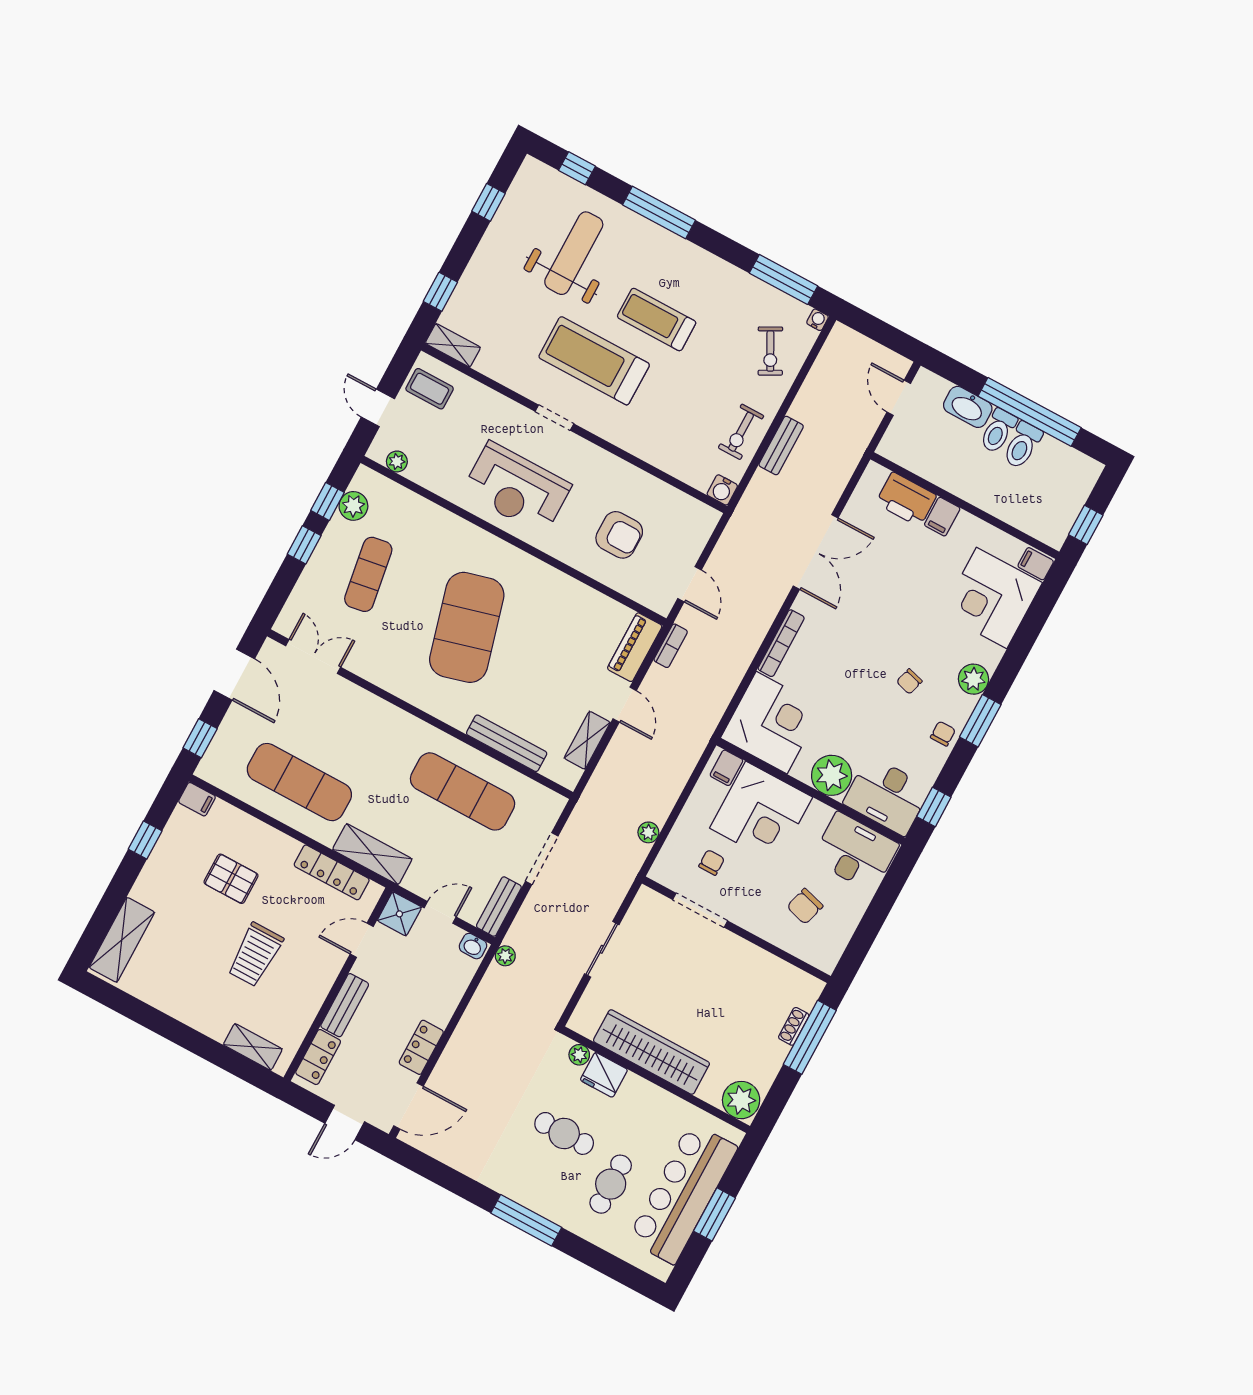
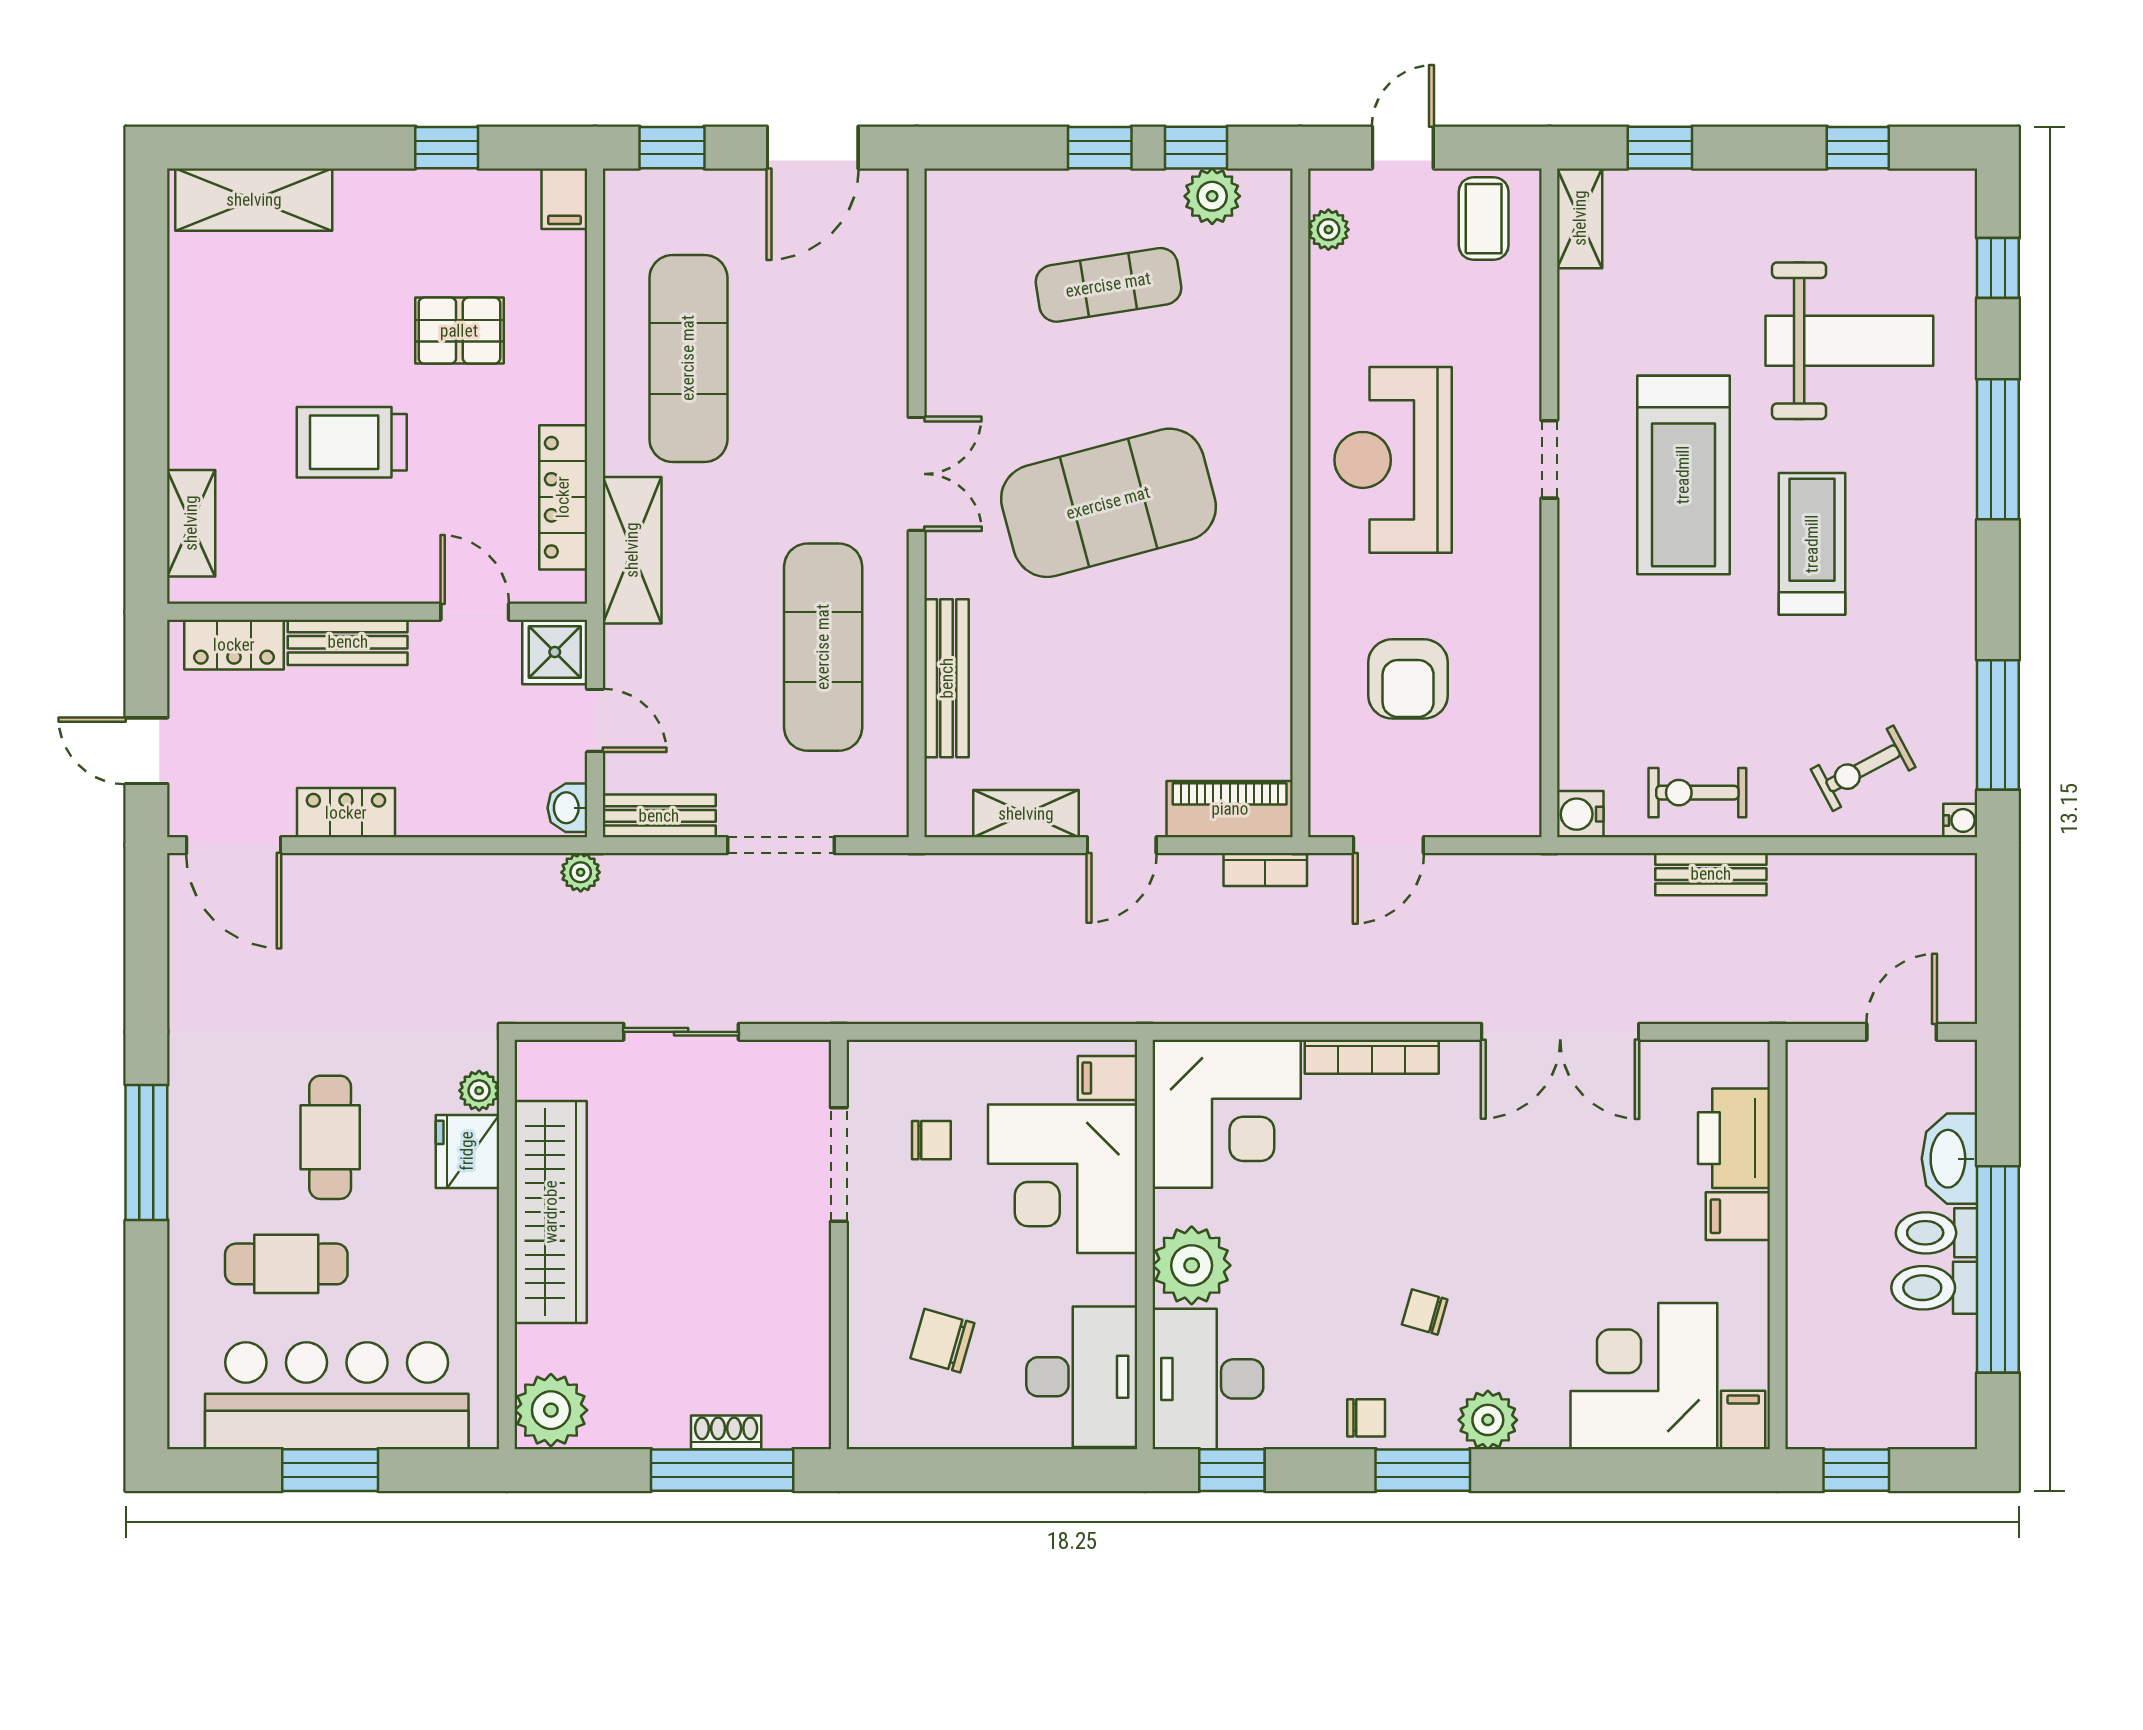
treadmill: (594, 361) -> (1683, 475), turned 180
double door: (313, 656) -> (917, 474), moved
plant: (648, 832) -> (924, 1004), removed
pallet: (231, 879) -> (459, 331), turned 90

